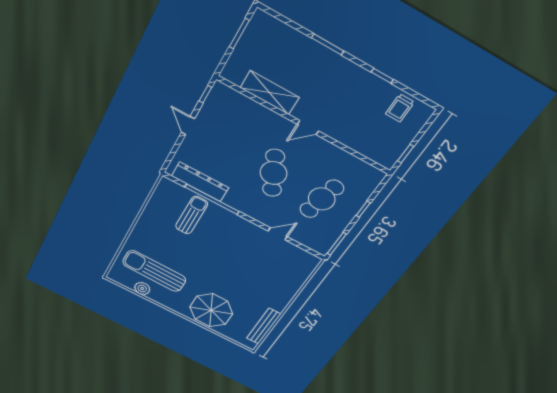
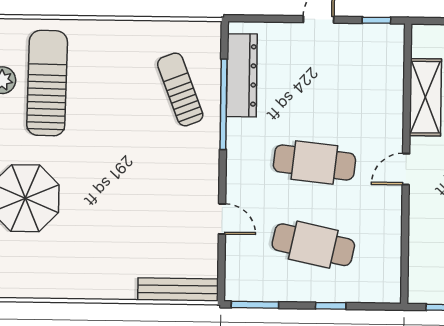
door: (308, 128) -> (406, 169), hinge flipped
cafe table: (274, 173) -> (314, 162), turned 30
sun lounger: (192, 215) -> (180, 89), turned -111
bench: (264, 326) -> (178, 289), moved

